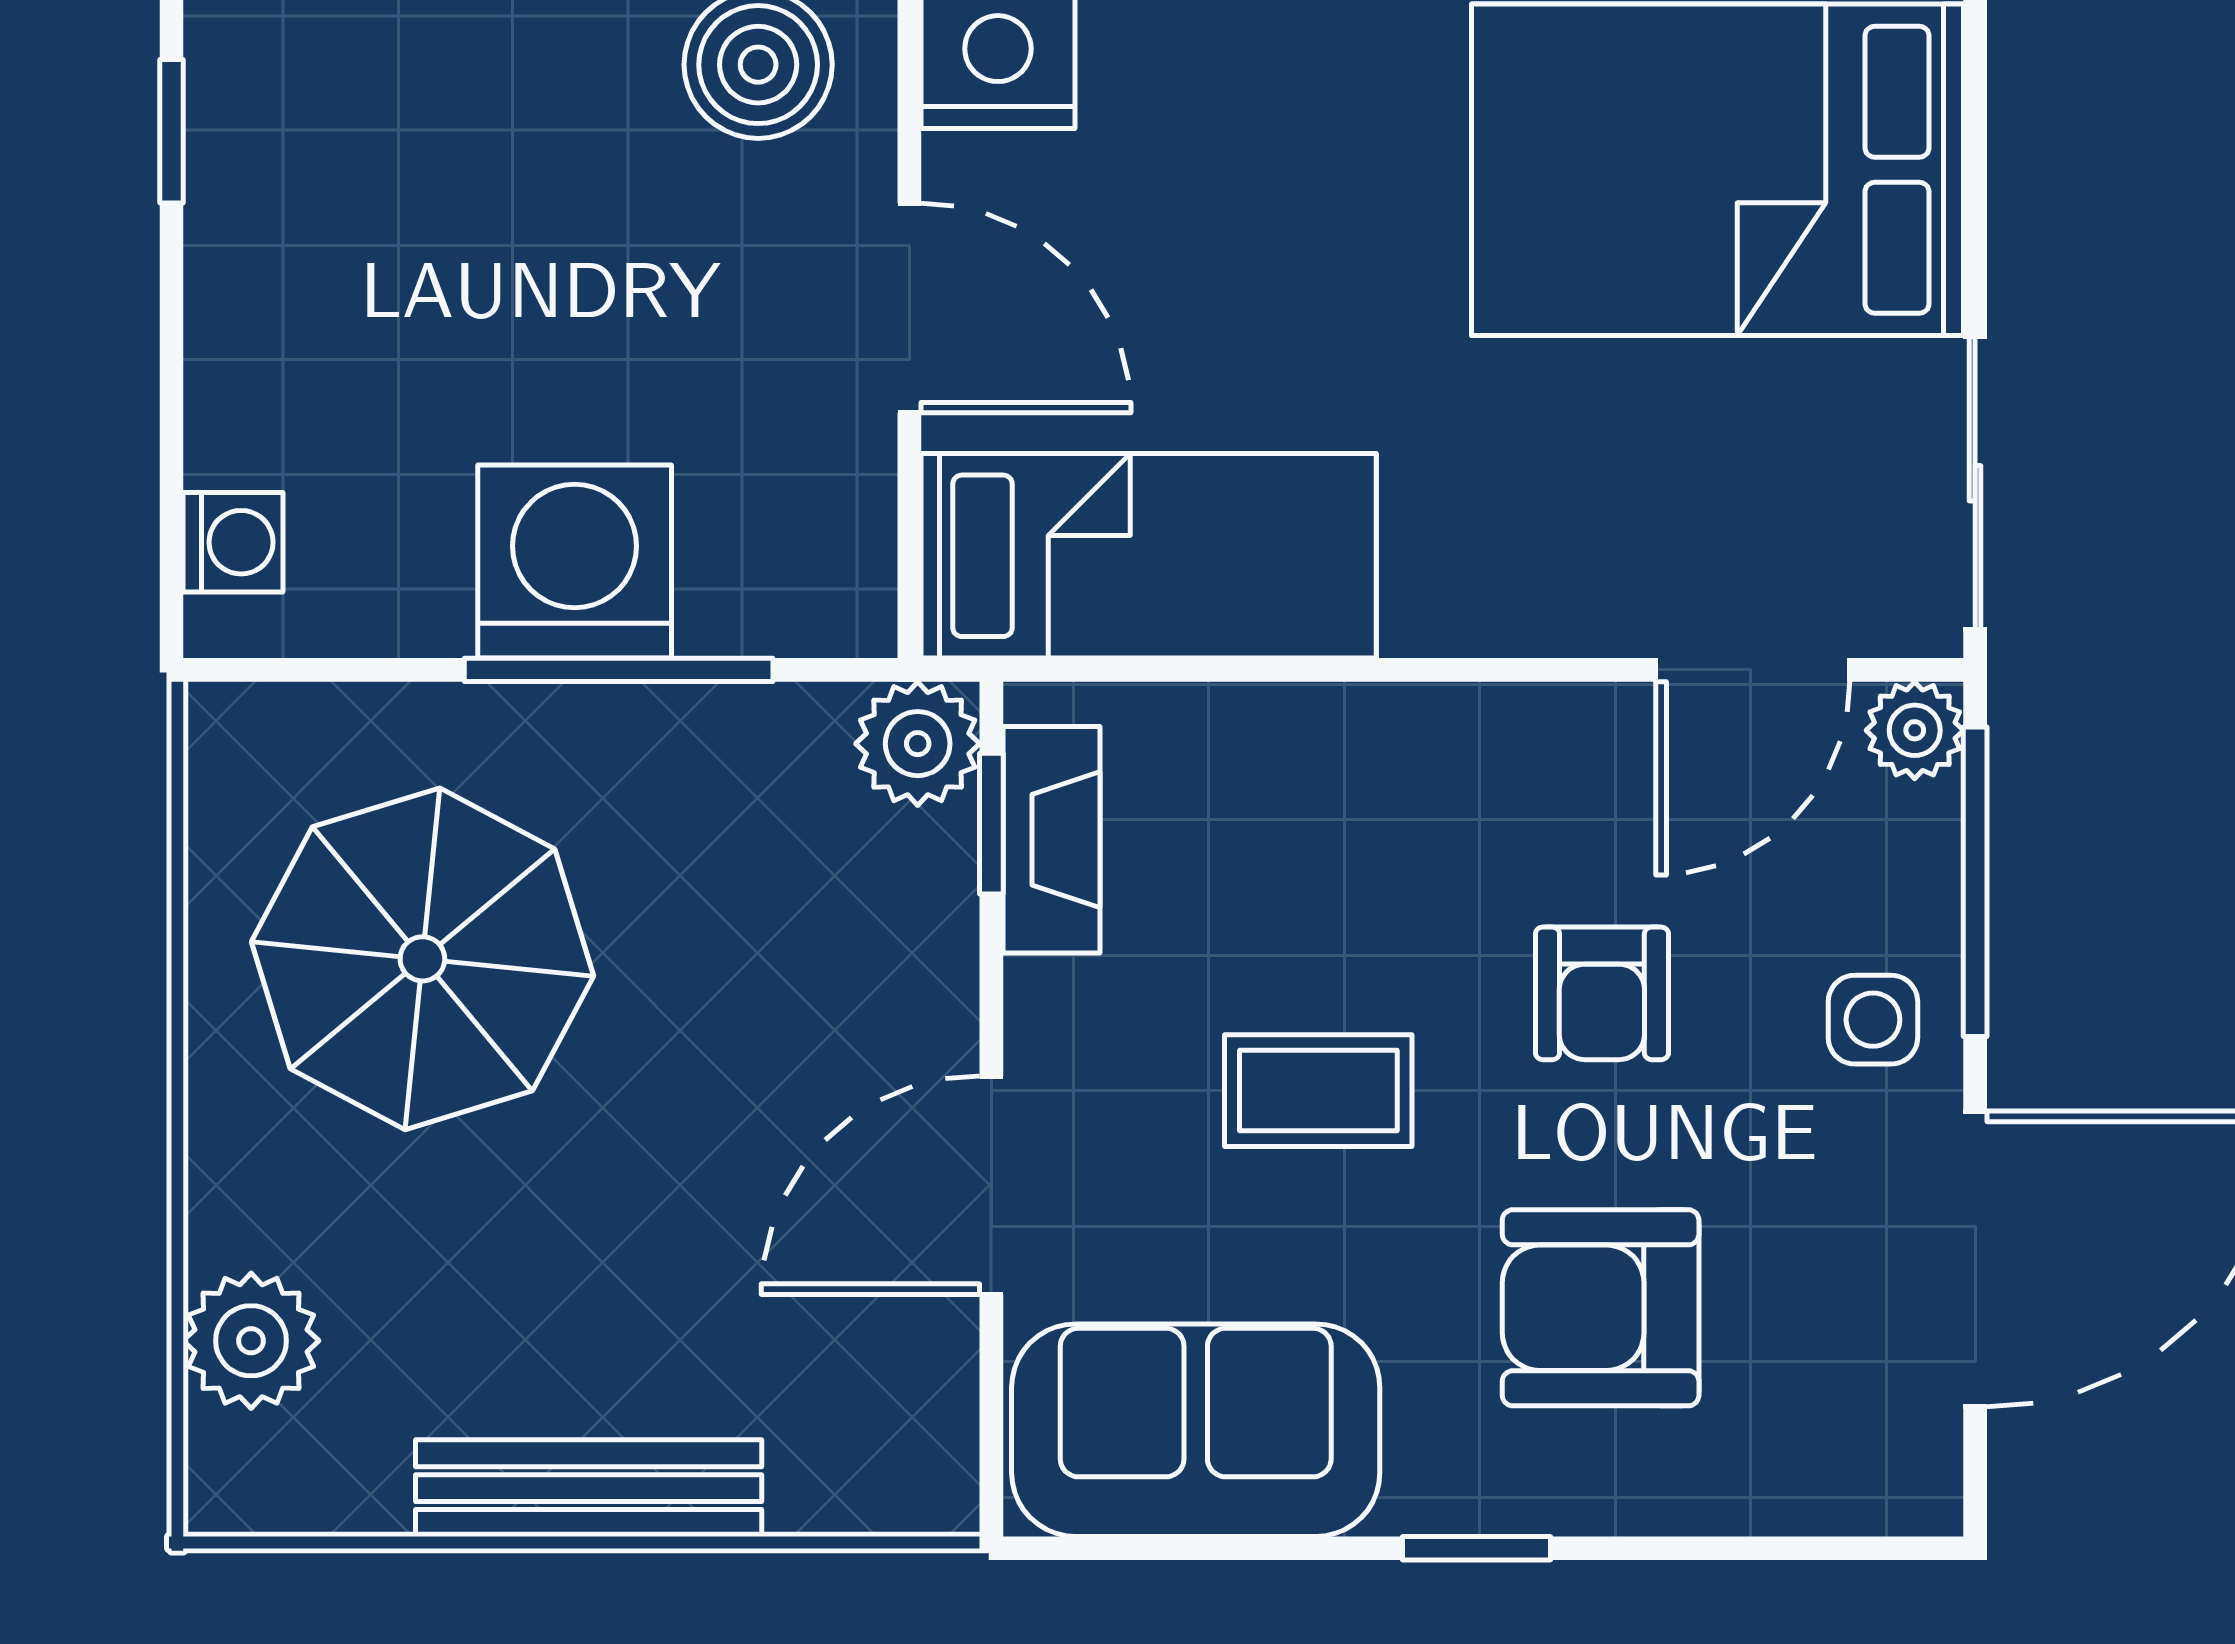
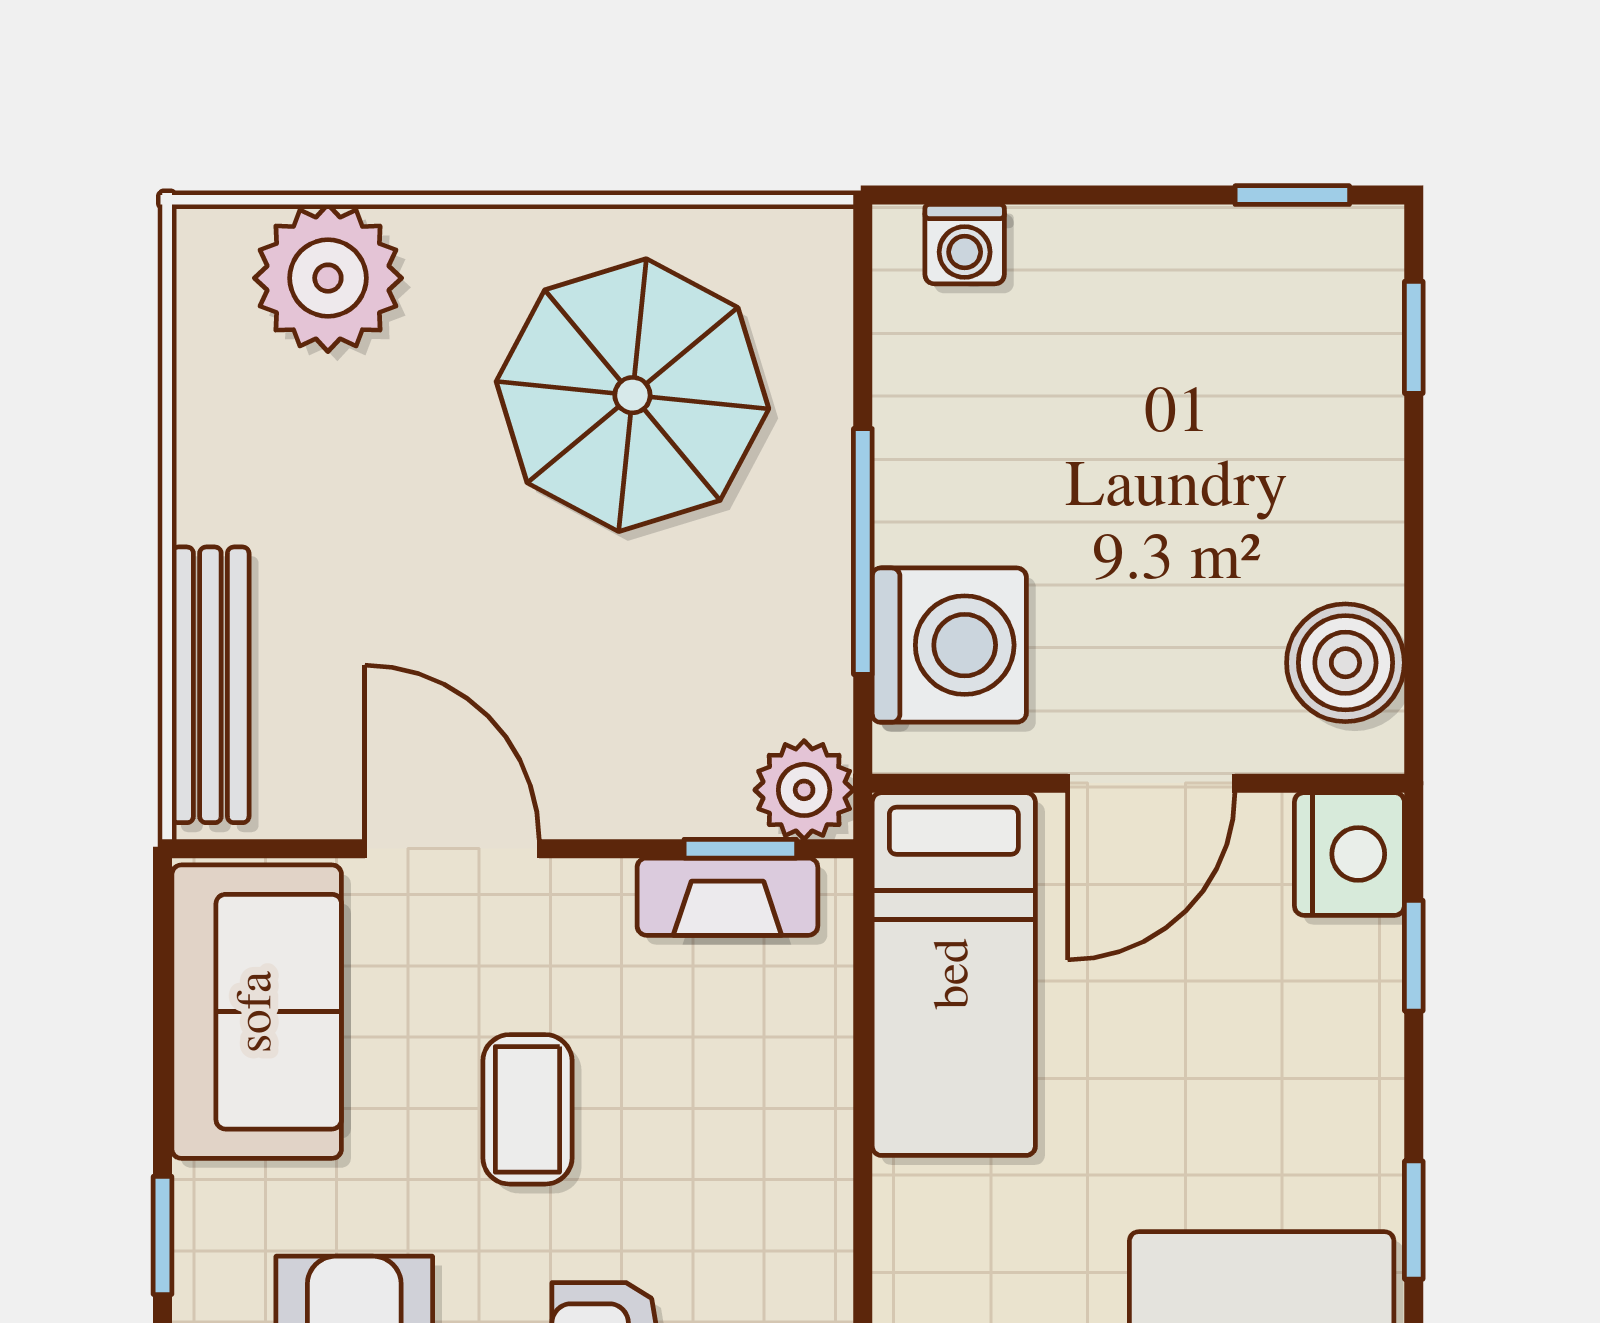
washing machine: (575, 562) -> (949, 645), moved
plant: (251, 1341) -> (328, 278), width x1.36, depth x1.36
bench: (589, 1488) -> (210, 685), moved

